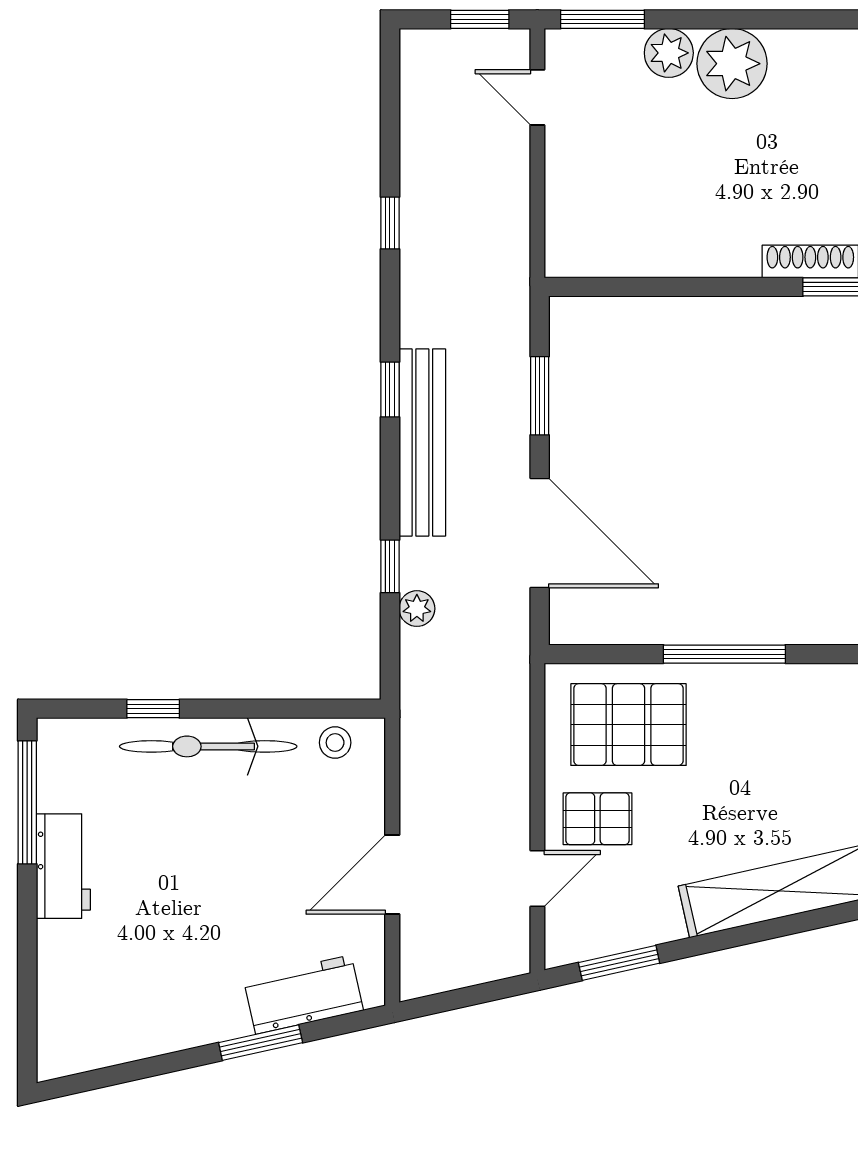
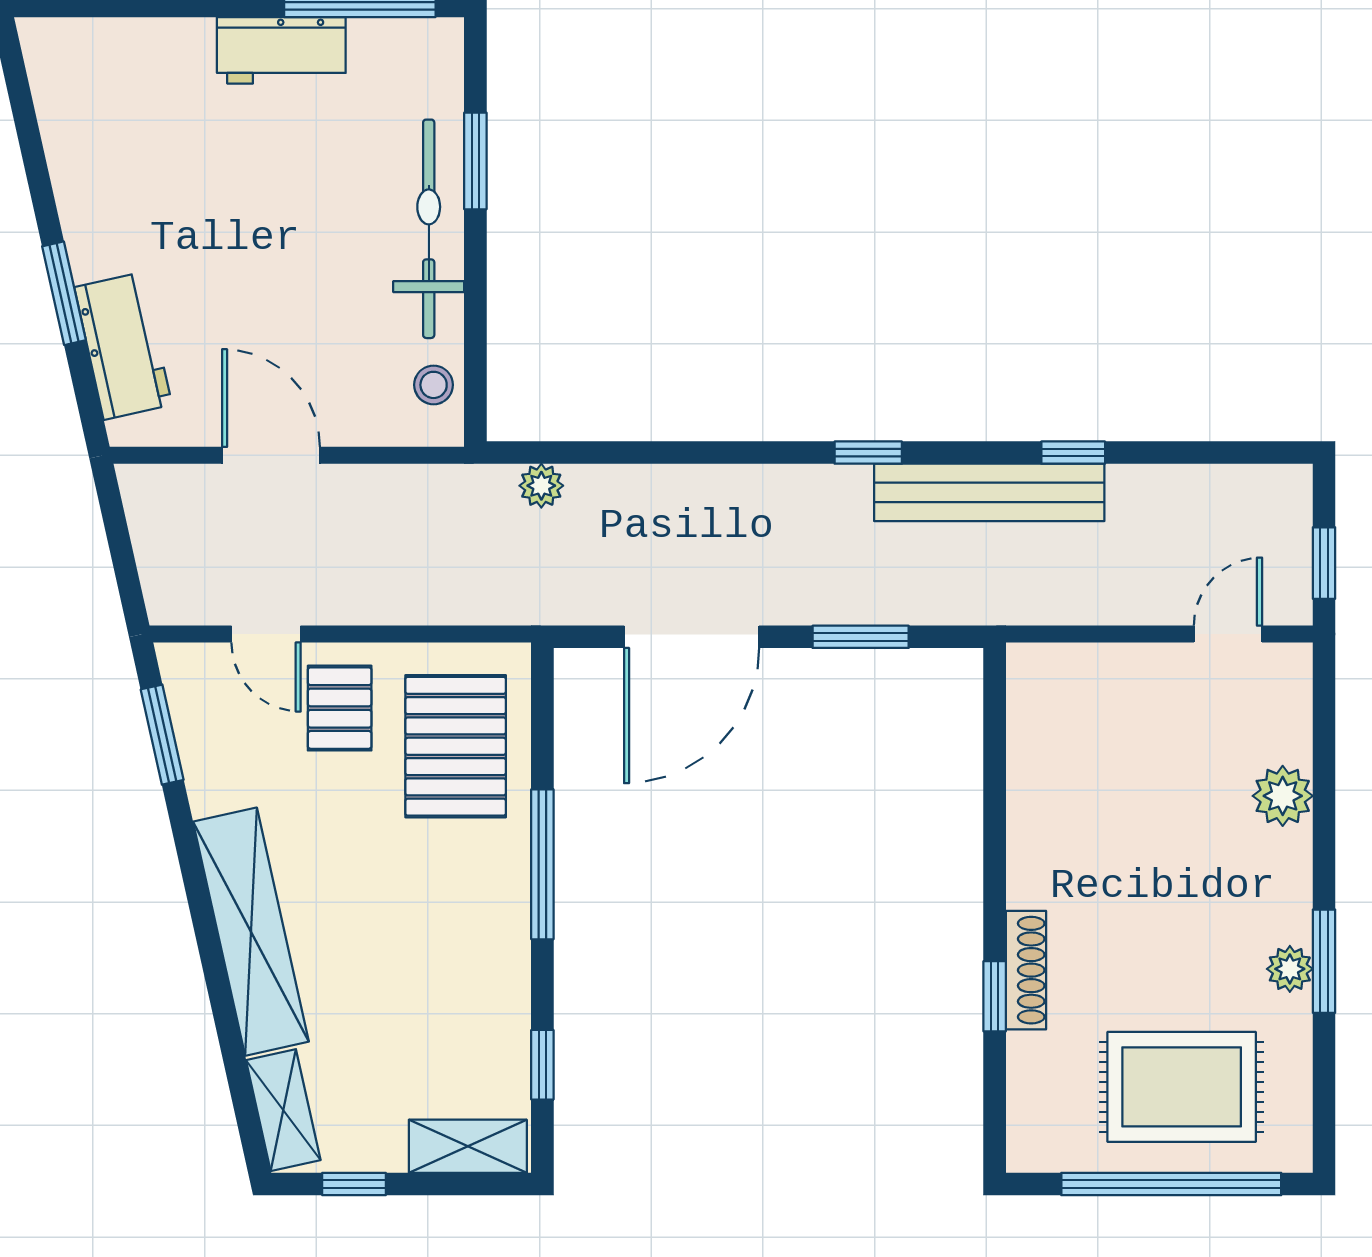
window: (603, 19) -> (1324, 961), moved
plant: (732, 64) -> (1290, 969), moved, width x0.53, depth x0.53
bench: (422, 443) -> (989, 492), moved
window: (390, 566) -> (650, 453), removed
plant: (417, 609) -> (541, 486), moved
window: (153, 709) -> (475, 161), width x1.50

